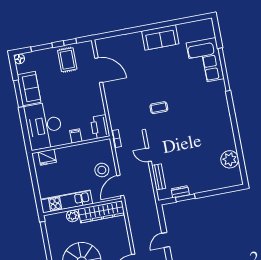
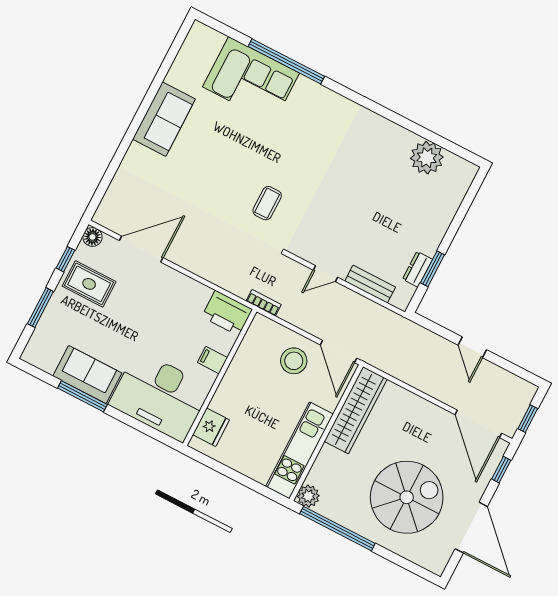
floor lamp: (19, 59) -> (92, 237), moved
plant: (73, 216) -> (308, 496), moved

